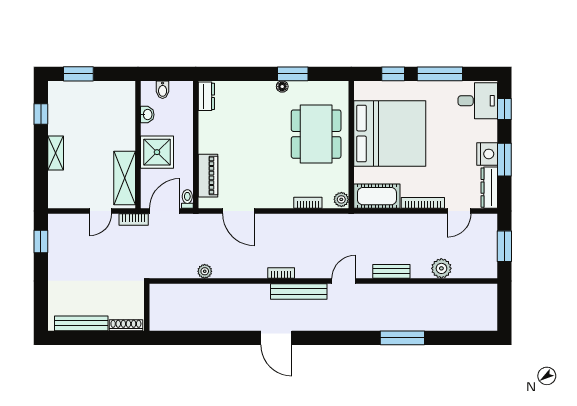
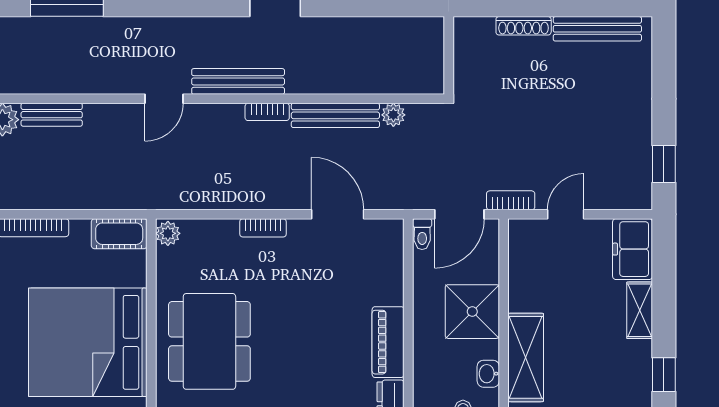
piano: (208, 176) -> (388, 342), moved
shelving: (125, 178) -> (526, 357), moved
freezer: (60, 190) -> (633, 249), added
cot: (377, 196) -> (119, 234), width x0.73, depth x0.75
bookcase: (308, 203) -> (263, 228), moved
bench: (240, 271) -> (335, 115), added
bench: (391, 271) -> (52, 115), moved
wall: (147, 307) -> (449, 55), moved

